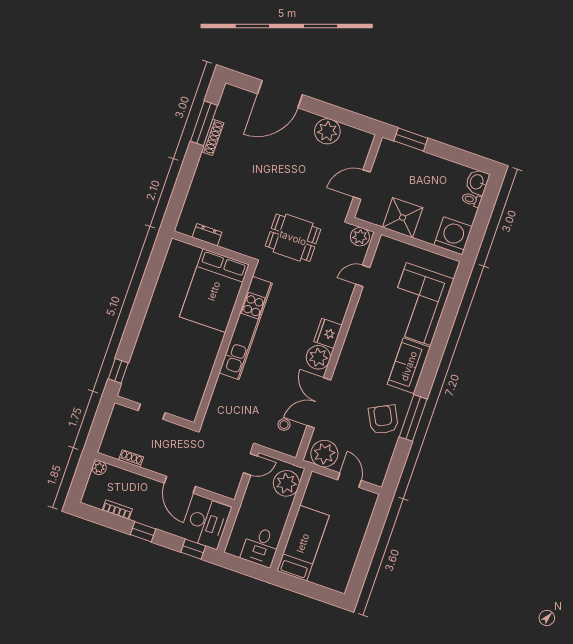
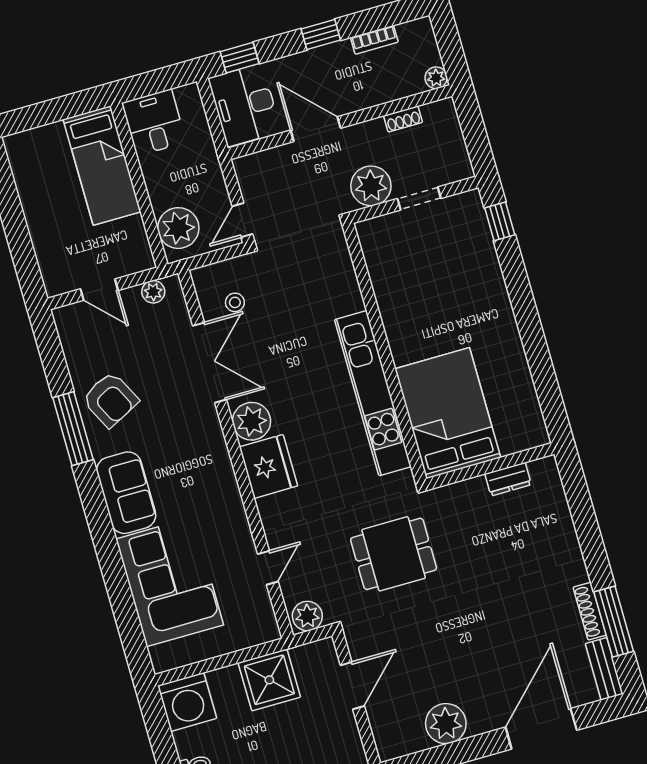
bench: (226, 102) -> (604, 669), added
fridge: (328, 333) -> (268, 466), width x1.36, depth x1.34
plant: (172, 436) -> (371, 186), added
plant: (324, 454) -> (153, 292), width x0.53, depth x0.53

